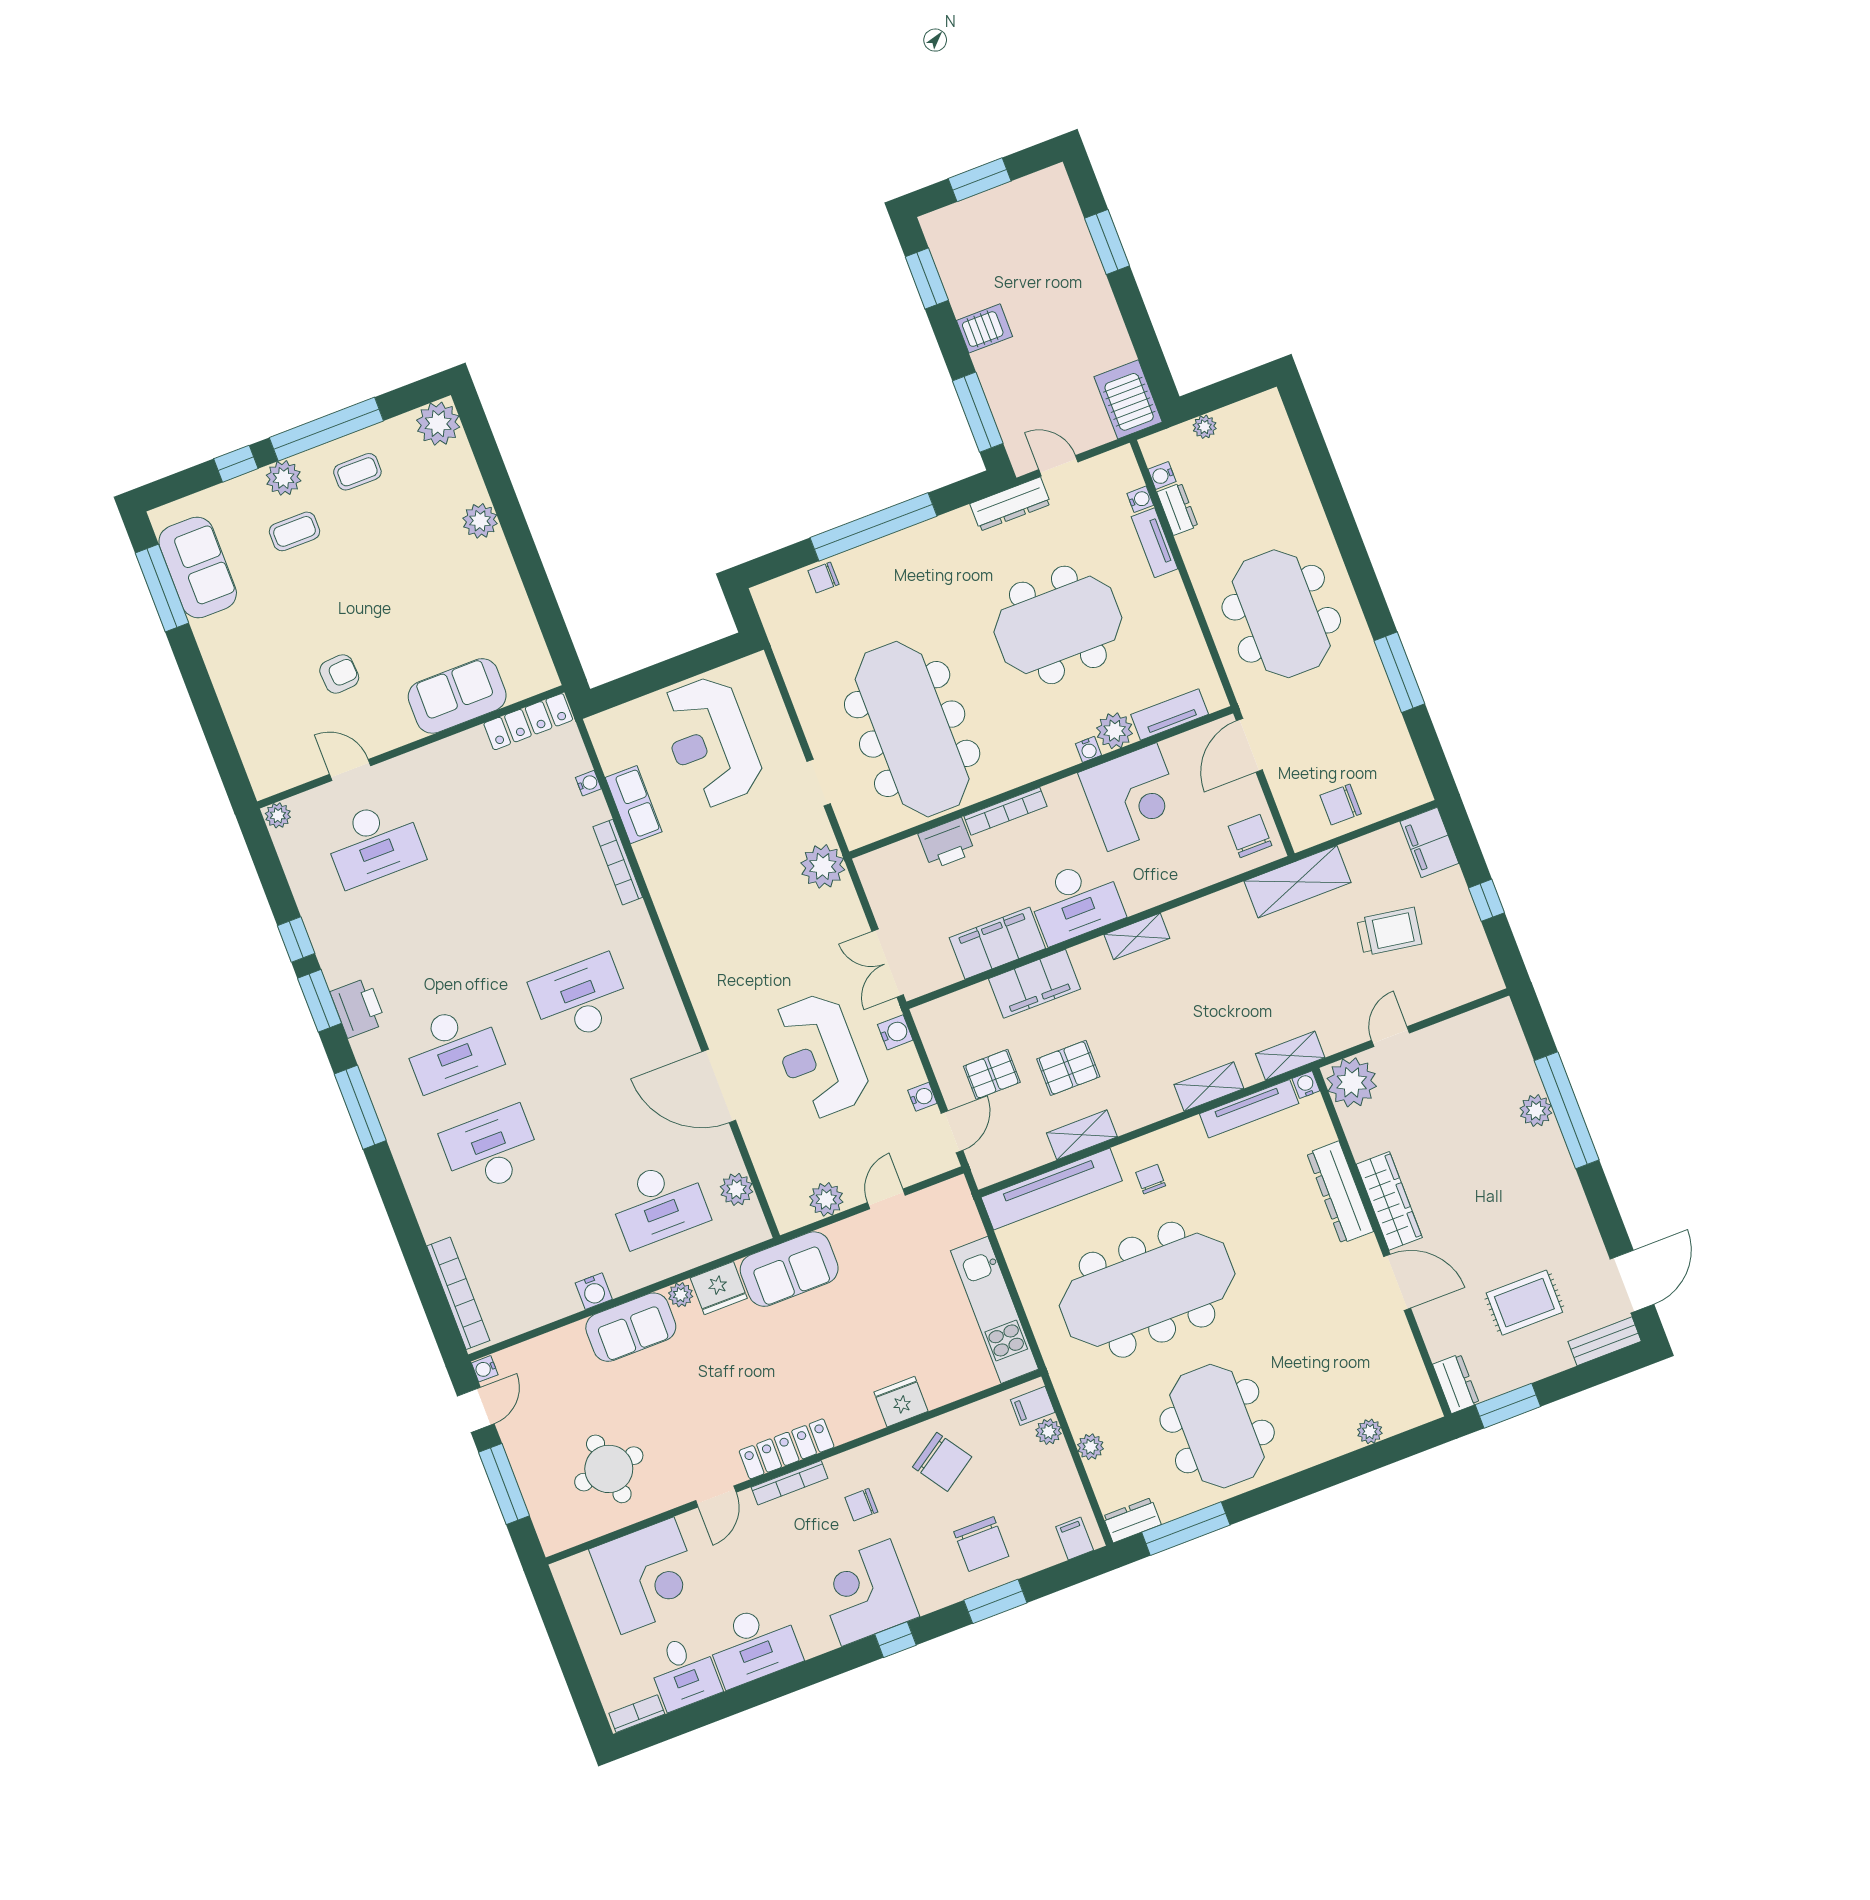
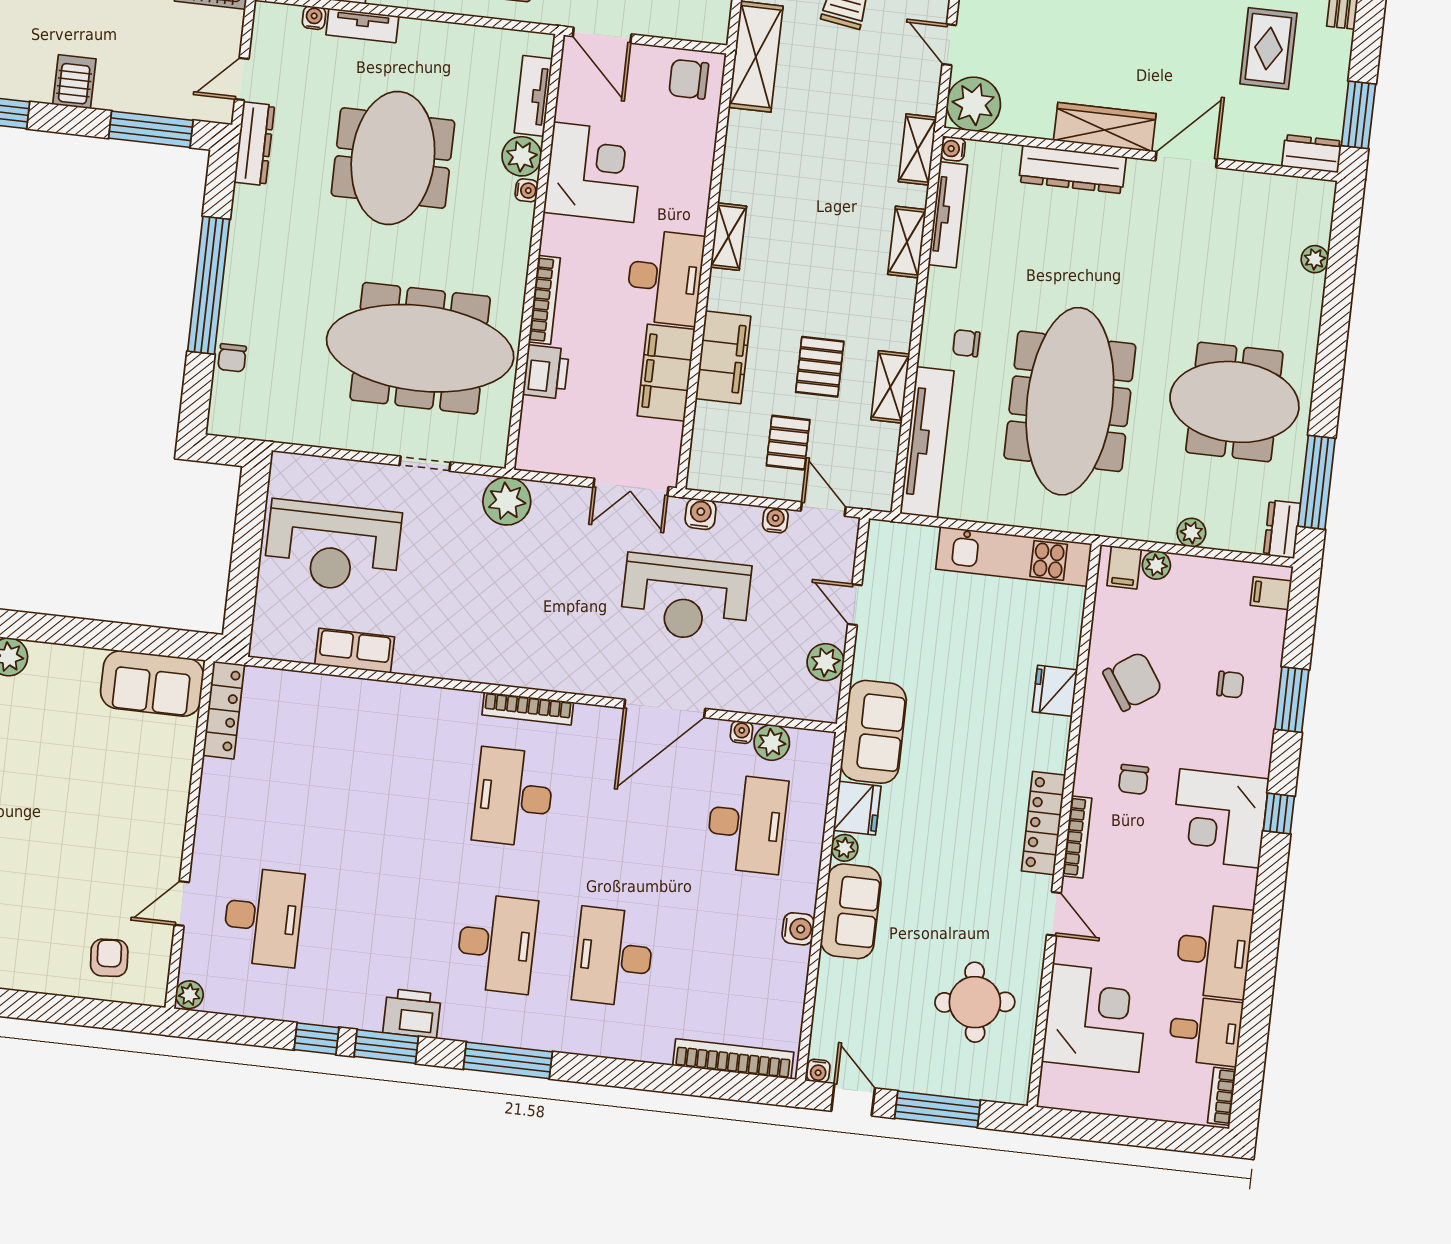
armchair: (339, 674) -> (109, 958), moved
sofa: (457, 696) -> (152, 683), moved, turned -90
water cooler: (588, 783) -> (742, 732), moved
bookcase: (618, 862) -> (528, 709), moved
chair: (981, 1544) -> (1230, 685), width x0.54, depth x0.54

